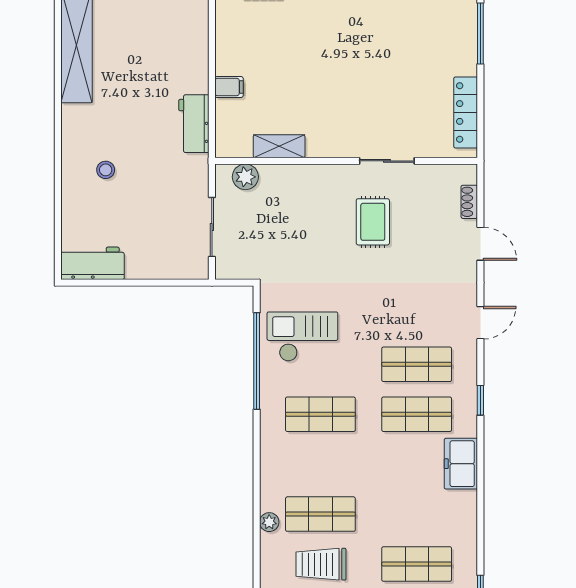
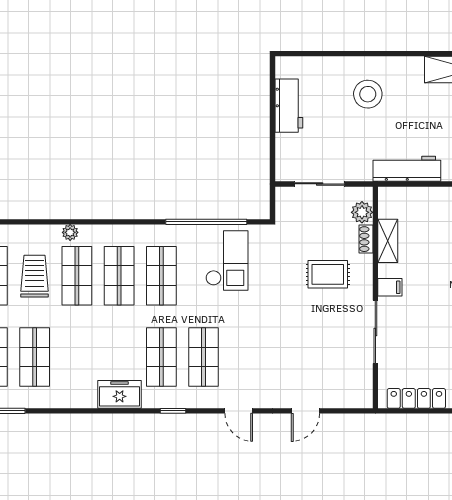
filing cabinet: (229, 87) -> (390, 287), moved, turned -90
workbench: (194, 124) -> (407, 169), width x1.38
sliding door: (387, 161) -> (375, 332), width x1.37
stool: (106, 170) -> (368, 94), width x1.89, depth x1.89
shoe rack: (469, 202) -> (366, 239), moved, turned -90
rug: (373, 222) -> (328, 274), moved
workbench: (92, 263) -> (289, 106), moved
shop shelf: (320, 464) -> (119, 276), added

